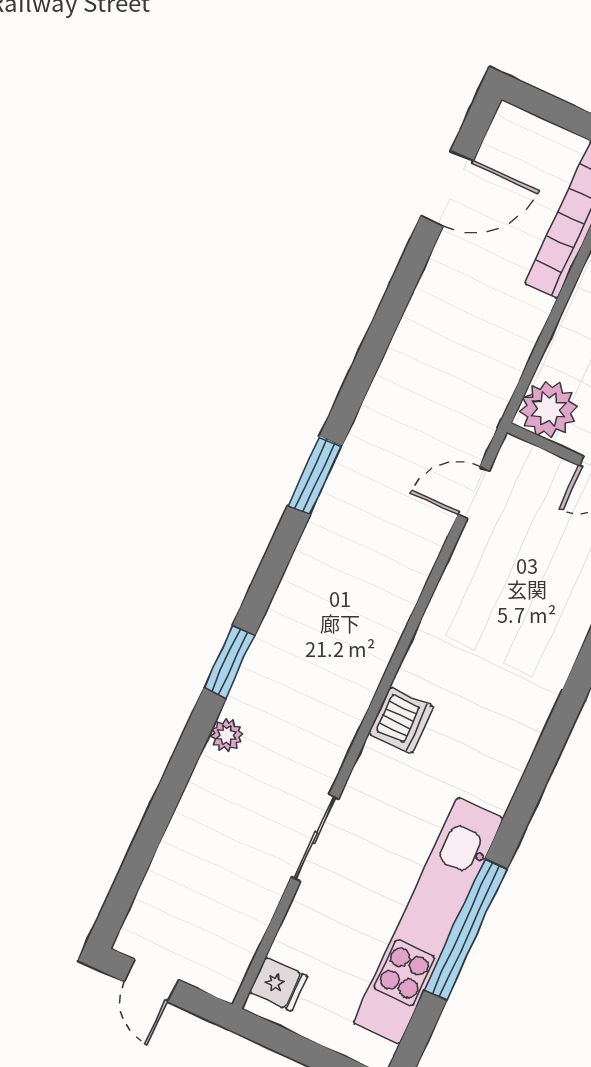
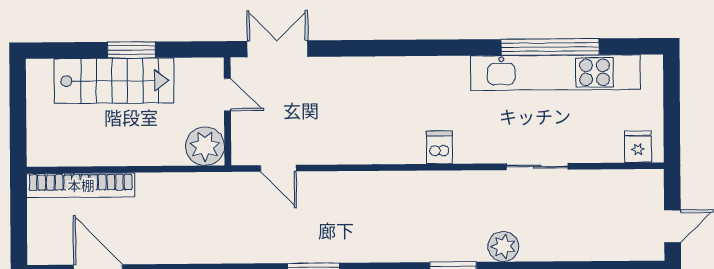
dishwasher: (401, 720) -> (439, 147), width x0.73
plant: (227, 735) -> (503, 247), width x1.38, depth x1.38

